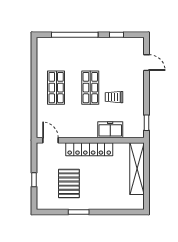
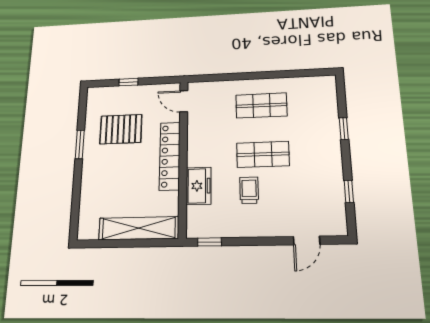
window: (75, 35) -> (344, 129), width x0.32
door: (50, 140) -> (184, 101), swing flipped

